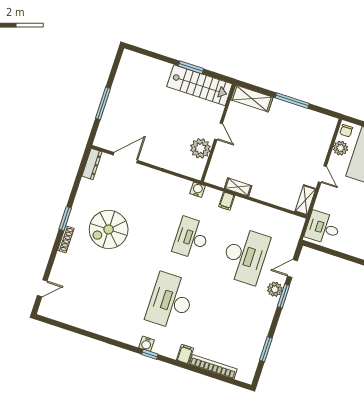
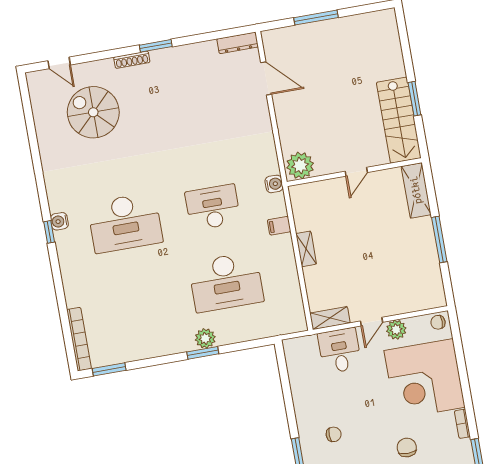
plant: (200, 148) -> (300, 165), moved
plant: (340, 148) -> (396, 330), moved
shelving: (238, 187) -> (306, 249), moved
desk: (323, 228) -> (340, 351), moved
spiral stairs: (109, 229) -> (93, 112), moved
door: (292, 268) -> (241, 346), removed
desk: (171, 301) -> (125, 223), turned 180
window: (266, 349) -> (109, 369), moved
filing cabinet: (185, 354) -> (72, 273), removed
bookcase: (213, 367) -> (79, 339), moved

